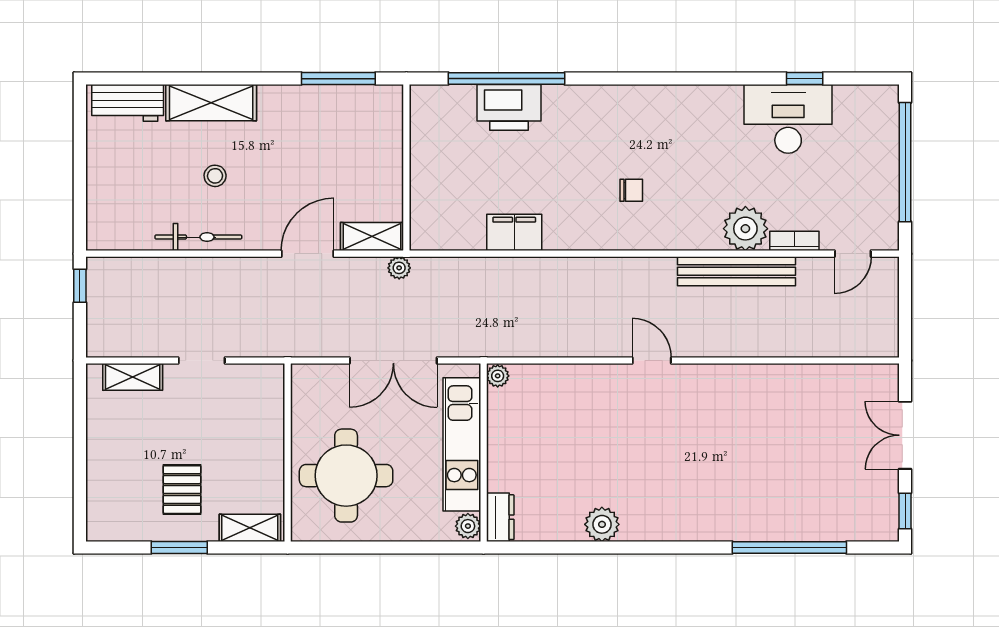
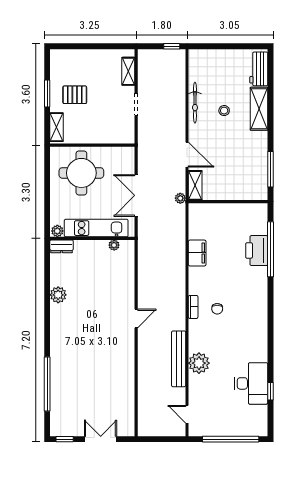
bookcase: (794, 241) -> (193, 307), moved
plant: (498, 376) -> (114, 245), moved

